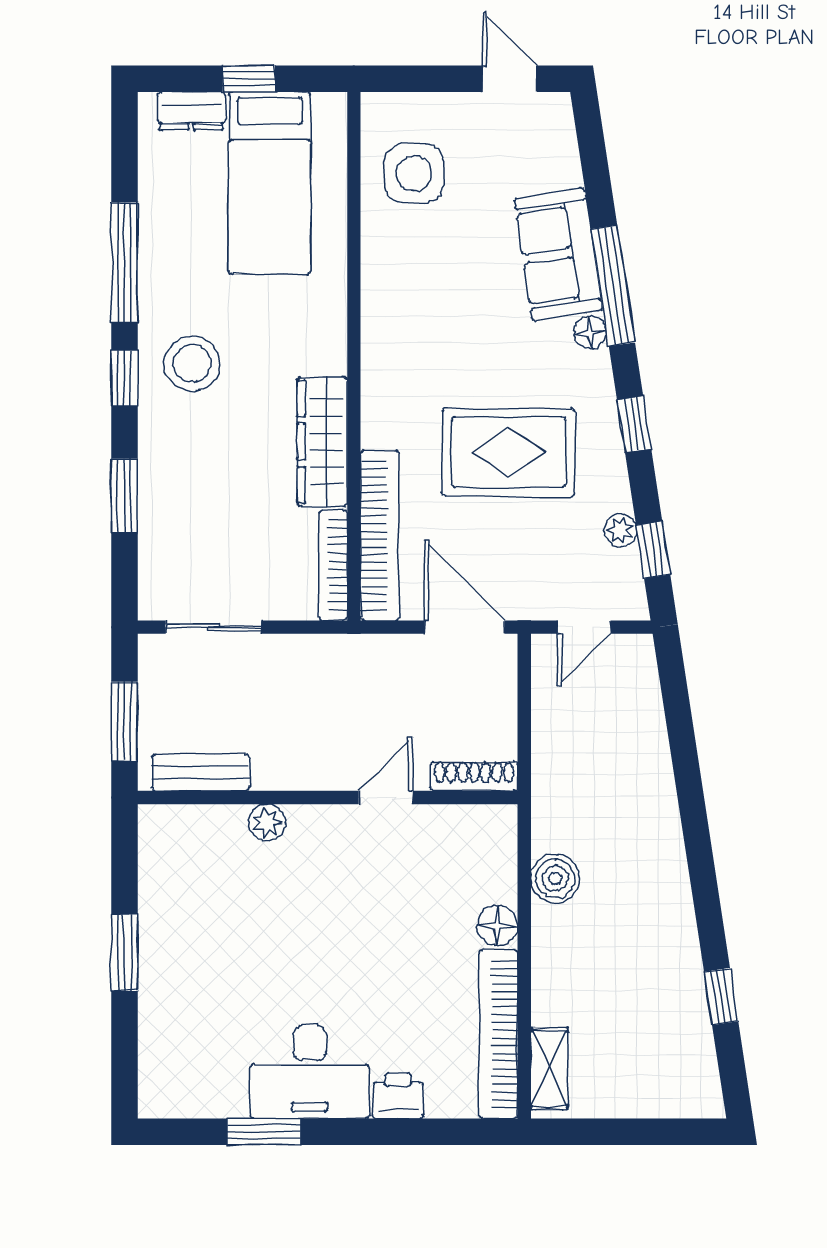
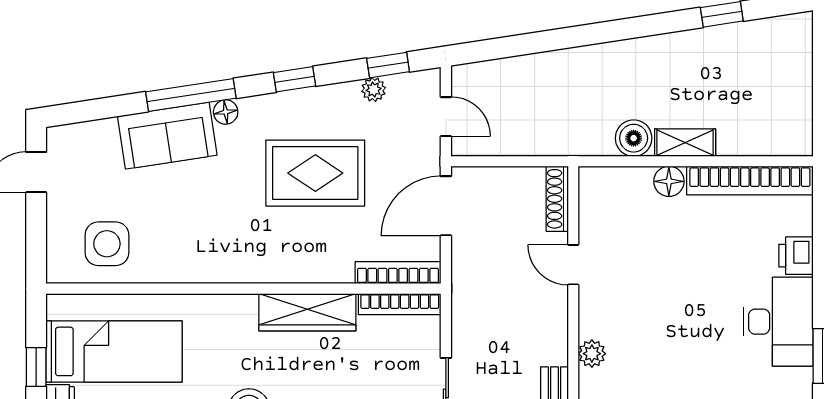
rug: (509, 452) -> (315, 173), turned 90
bookcase: (380, 535) -> (398, 273), width x0.68, depth x0.76
shelving: (549, 1068) -> (685, 143), moved

